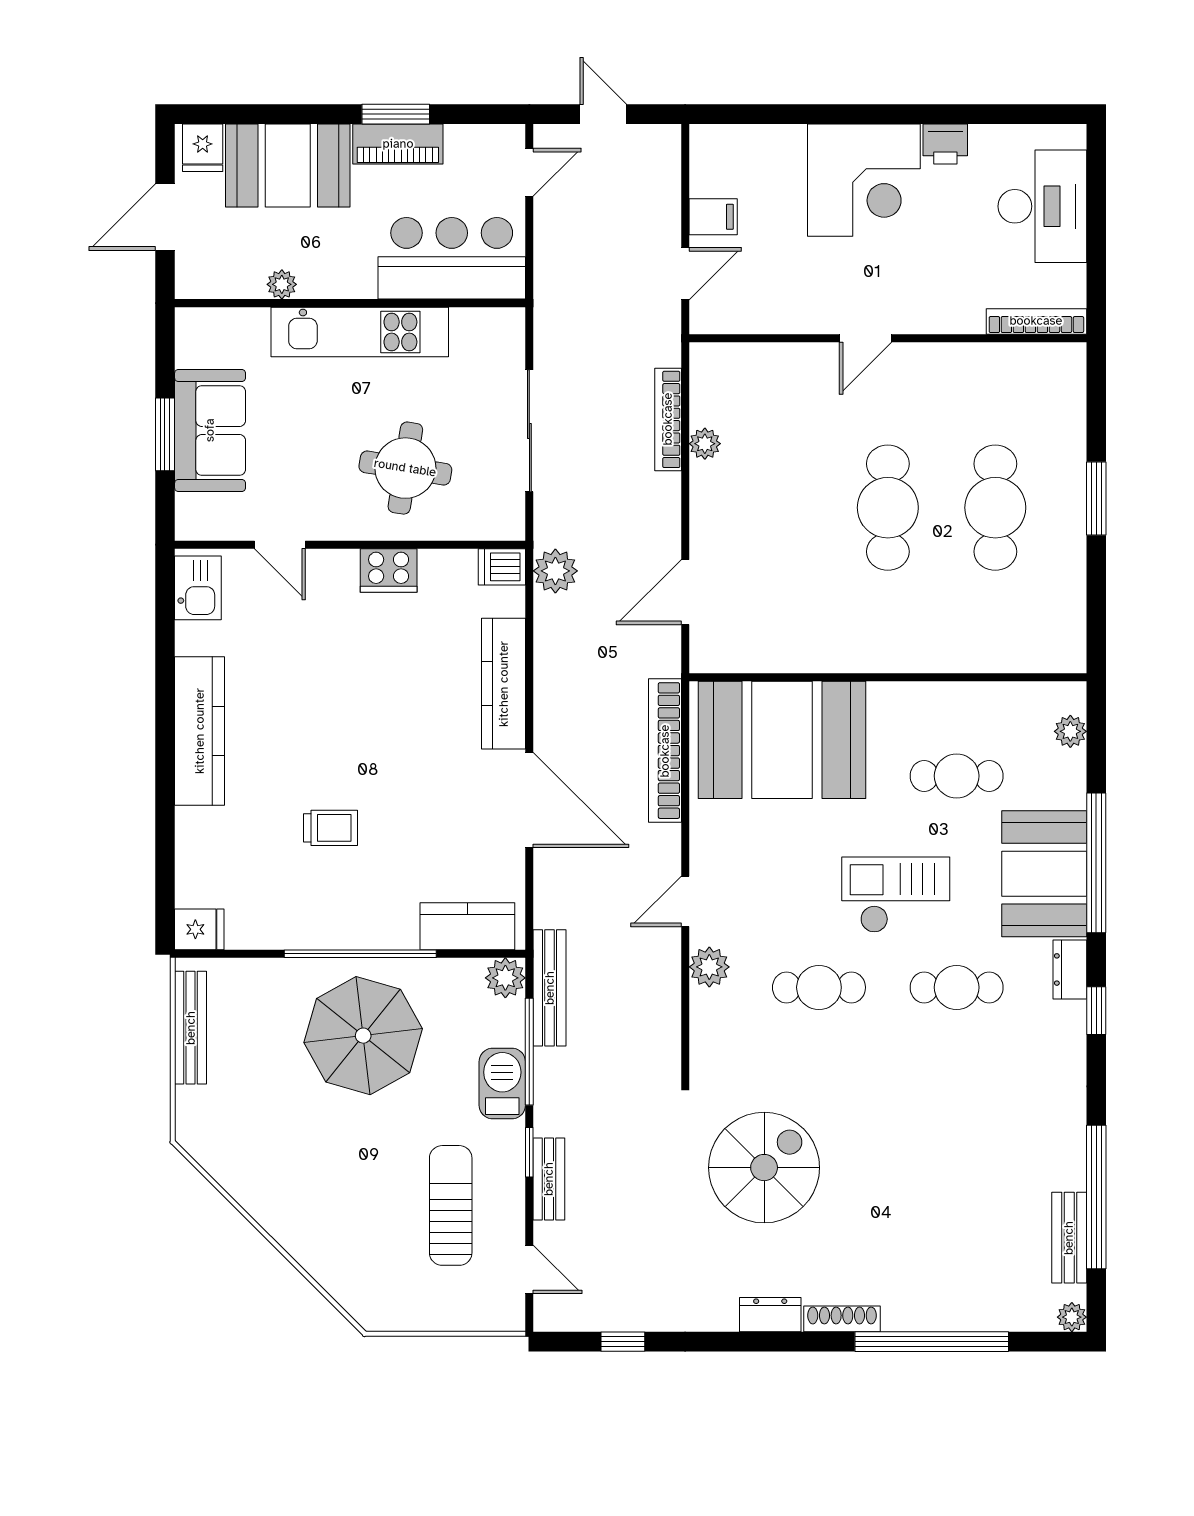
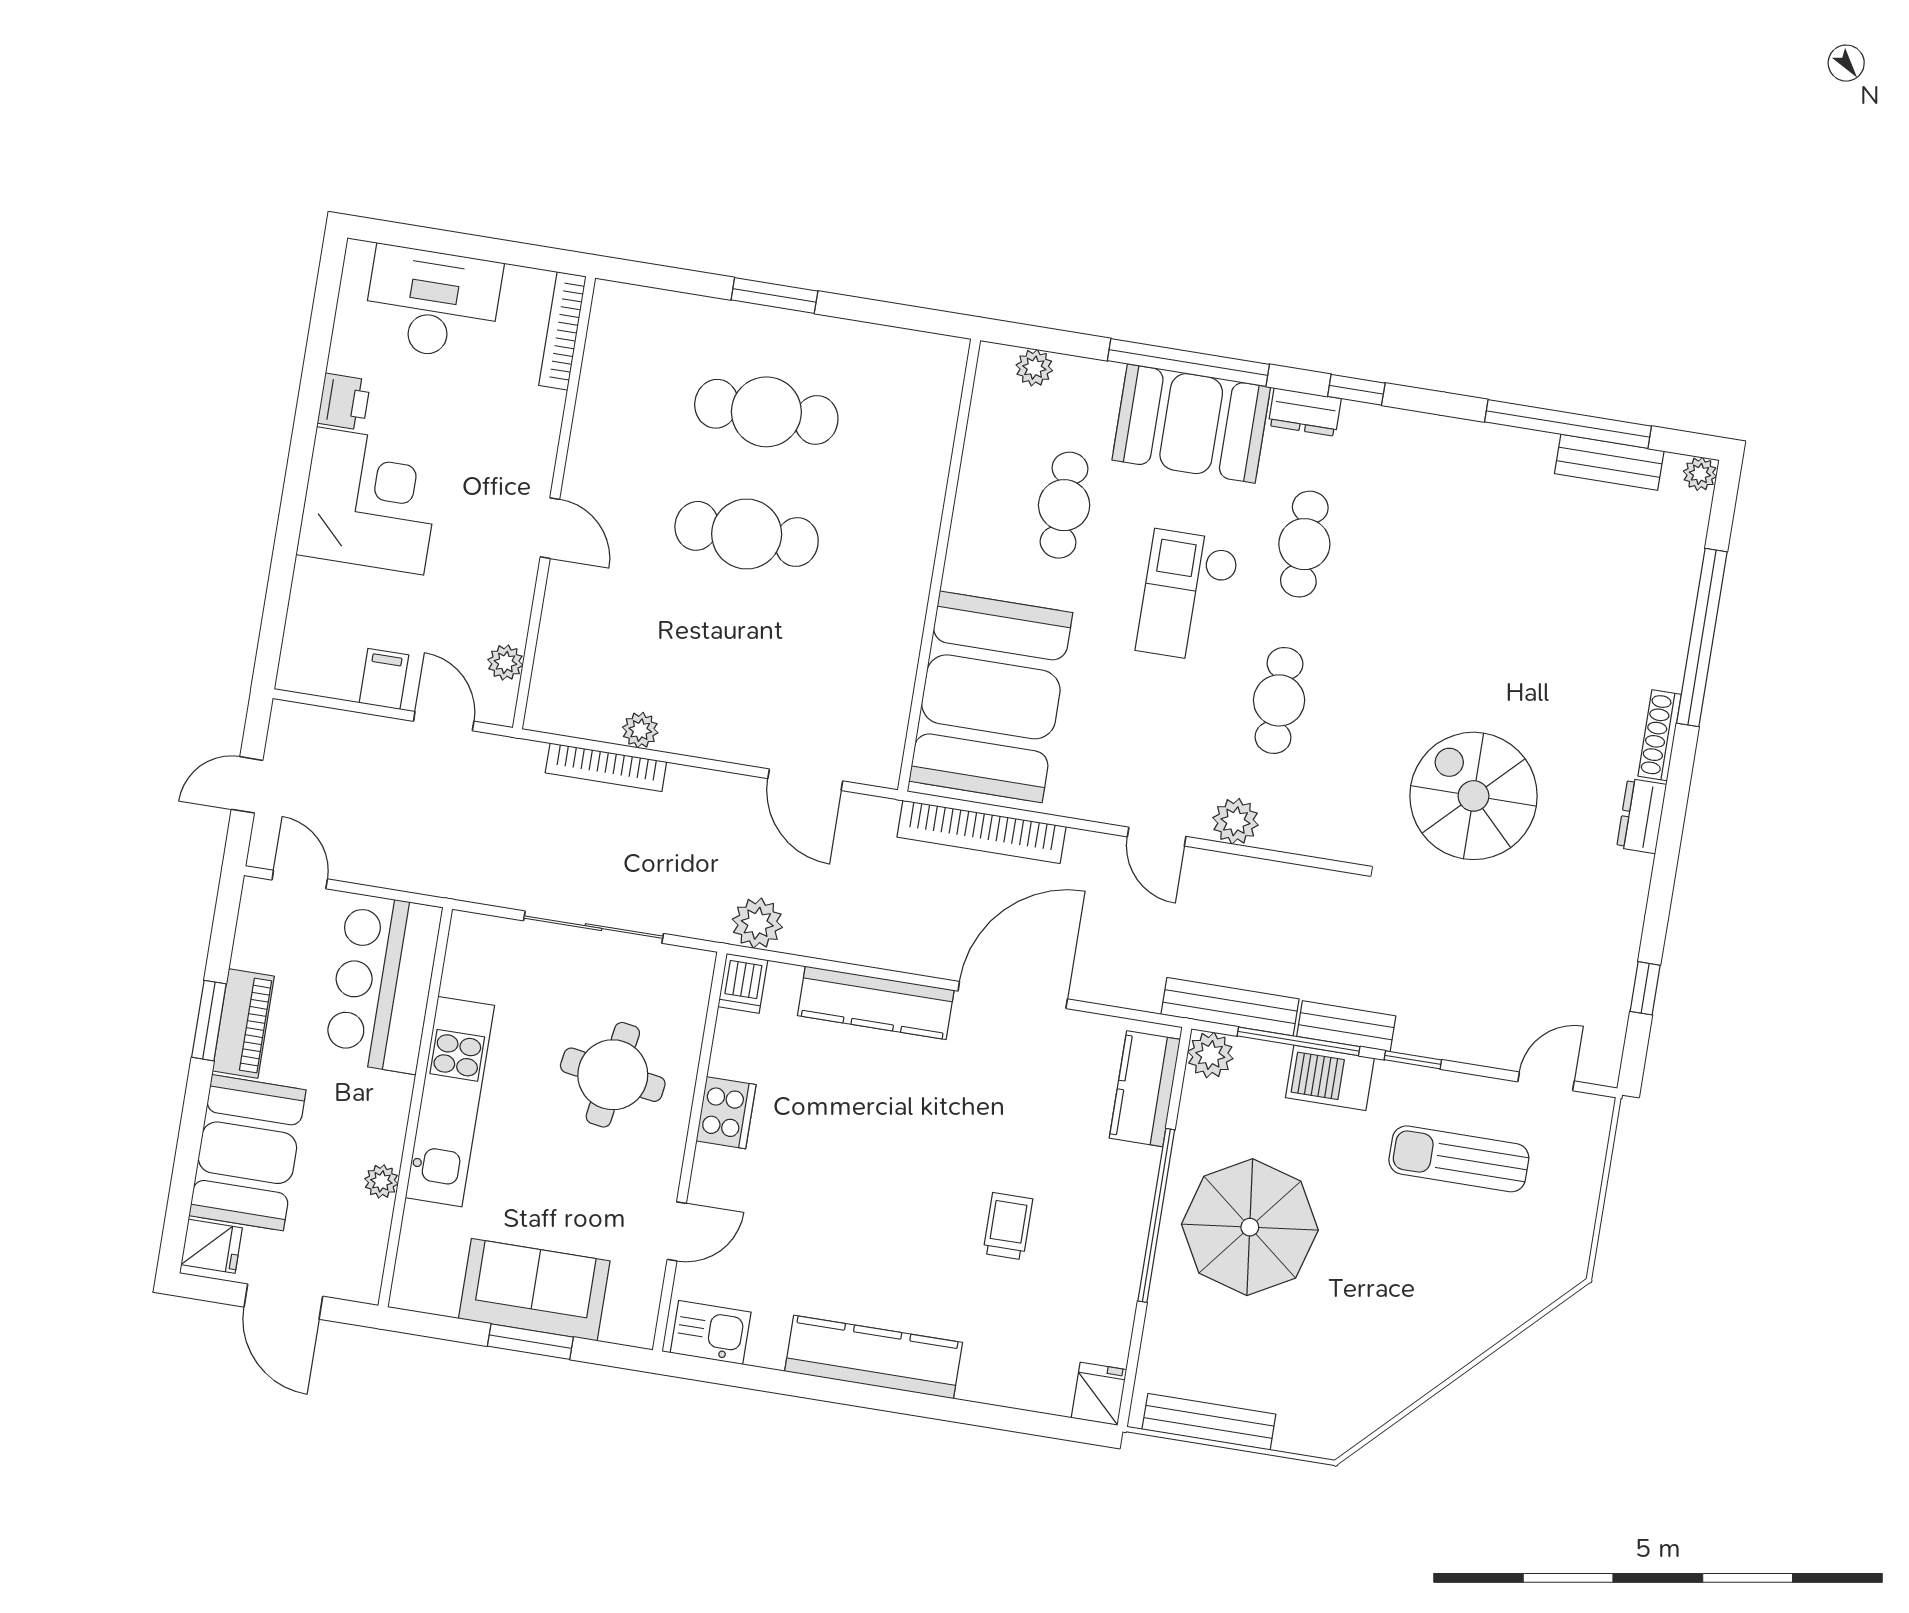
plant: (744, 319) -> (505, 662), added
bench: (549, 1179) -> (1346, 1026), moved

